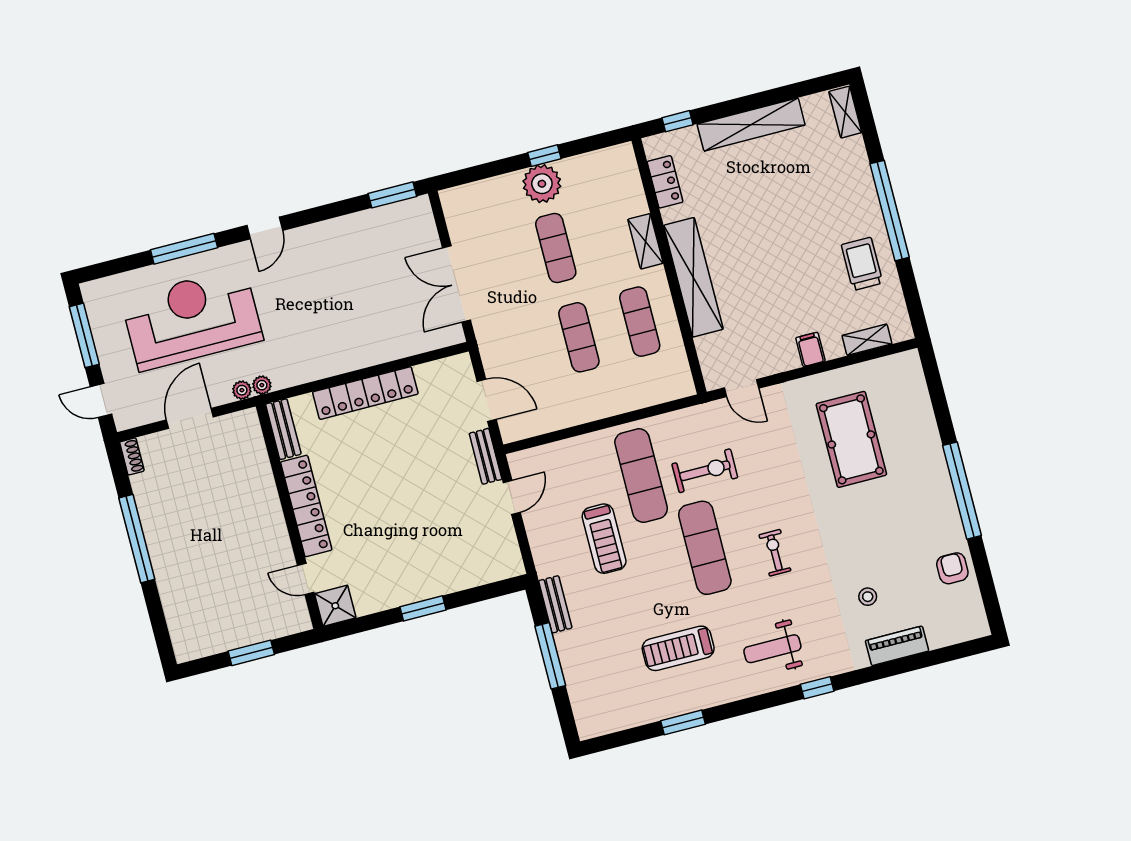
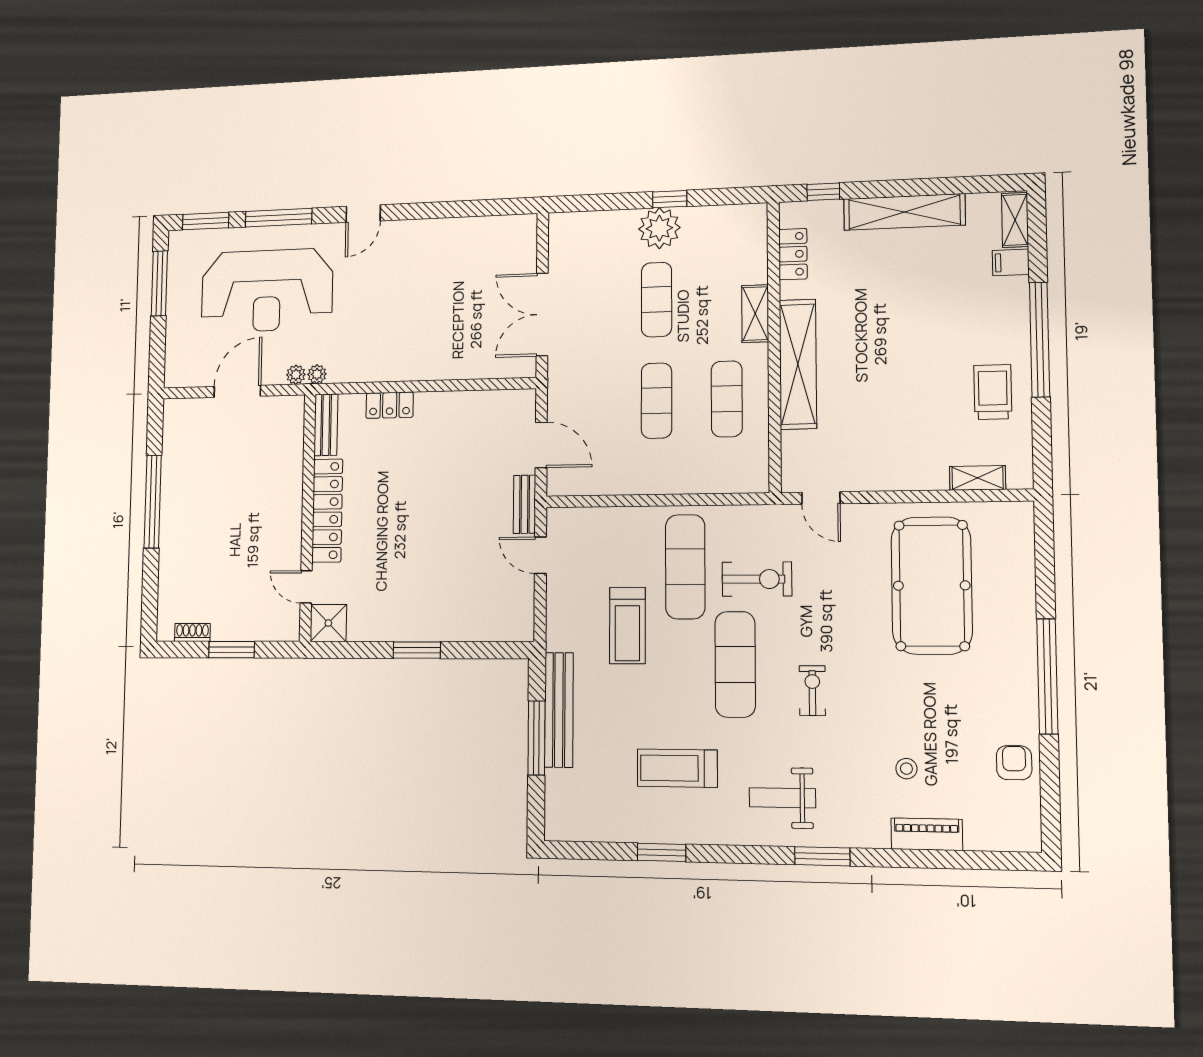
window: (392, 195) -> (206, 221), moved
reception desk: (192, 319) -> (267, 290), turned 180
filing cabinet: (810, 349) -> (1011, 262), moved, turned -90
locker: (365, 393) -> (390, 405), width x0.46, depth x0.83
door: (101, 400) -> (157, 353), removed
pool table: (851, 439) -> (932, 586), width x1.36, depth x1.32
shoe rack: (132, 456) -> (192, 632), moved, turned -90
door: (512, 497) -> (540, 555), swing flipped
bench: (555, 604) -> (559, 710), width x1.86, depth x1.21
window: (817, 688) -> (822, 856), width x1.50

